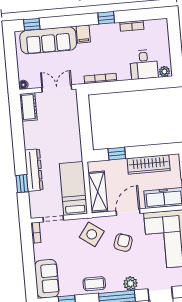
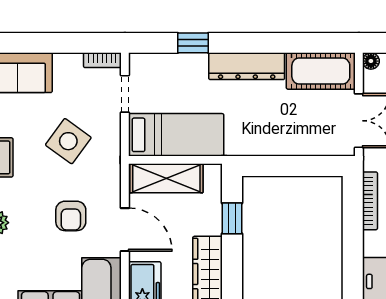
cot: (28, 107) -> (321, 71), width x1.37, depth x1.34
dresser: (34, 170) -> (247, 66), moved
side table: (92, 234) -> (68, 141), moved
armchair: (123, 243) -> (71, 216), turned 71

